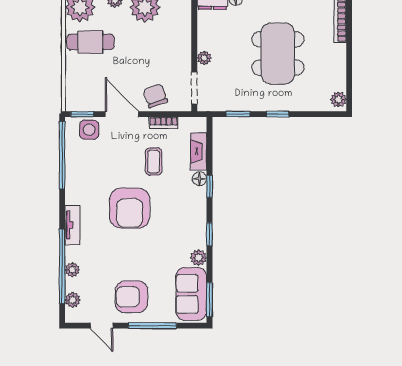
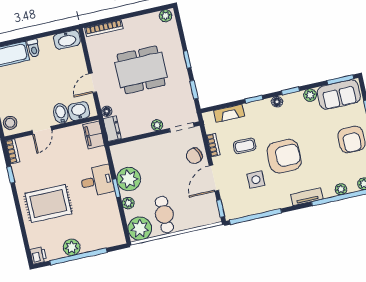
side table: (89, 130) -> (256, 180), moved
floor lamp: (200, 179) -> (277, 102), moved

